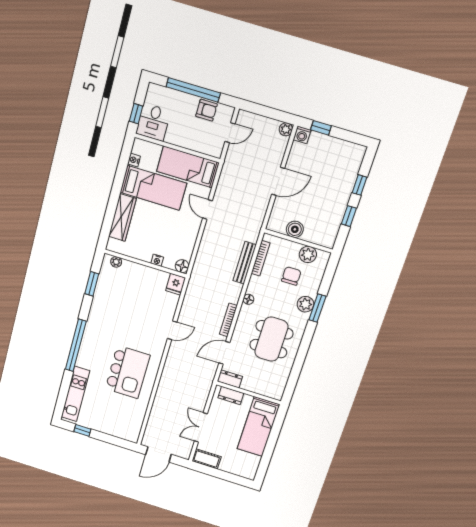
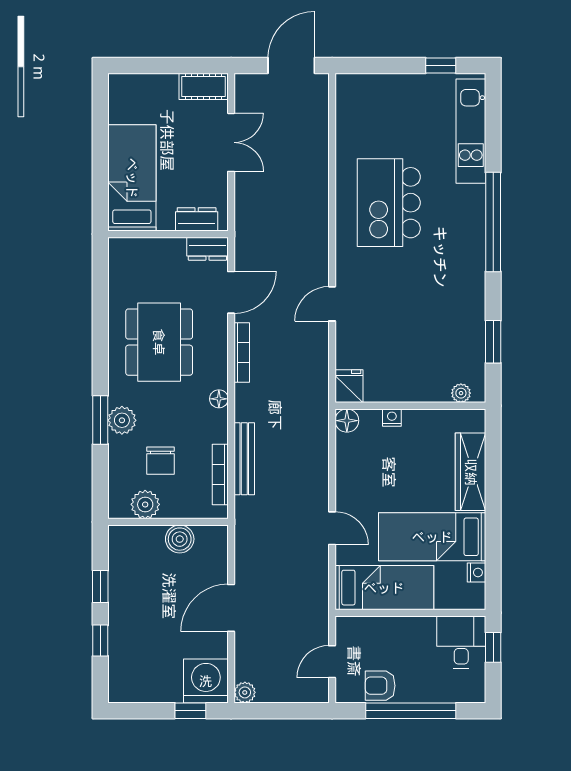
washing machine: (302, 135) -> (206, 681), width x1.89, depth x1.89

